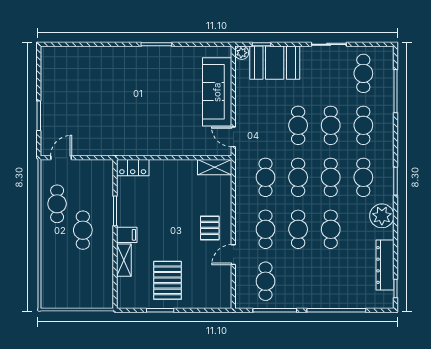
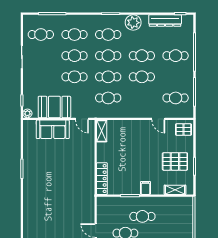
booth: (275, 63) -> (54, 107), moved, turned 90
sofa: (217, 92) -> (53, 129), width x0.73
door: (233, 137) -> (82, 119), hinge flipped
locker: (133, 168) -> (102, 179), width x1.53
pallet: (210, 228) -> (184, 130), moved
cafe table: (266, 229) -> (176, 56), moved
shelving: (124, 260) -> (175, 190), moved

